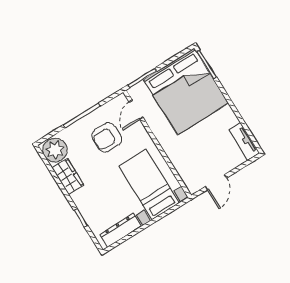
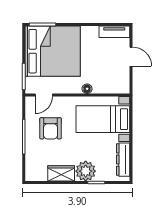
door: (136, 110) -> (44, 95), hinge flipped
plant: (55, 150) -> (86, 171), moved
floor lamp: (170, 150) -> (87, 89), added
door: (216, 182) -> (131, 57), moved

